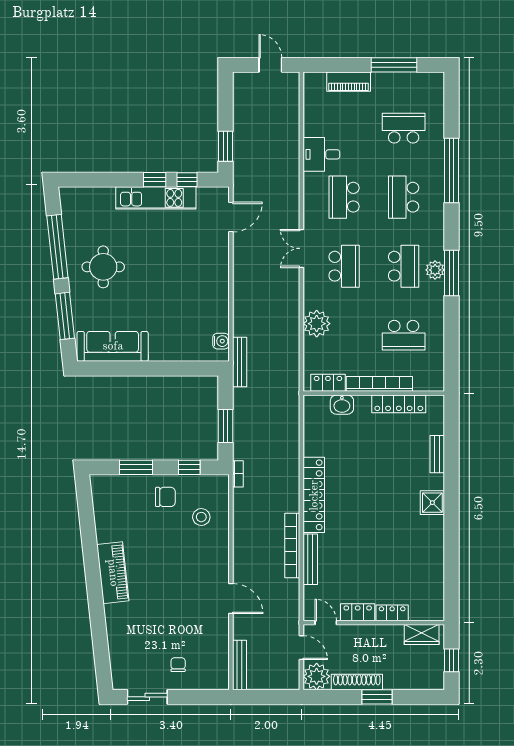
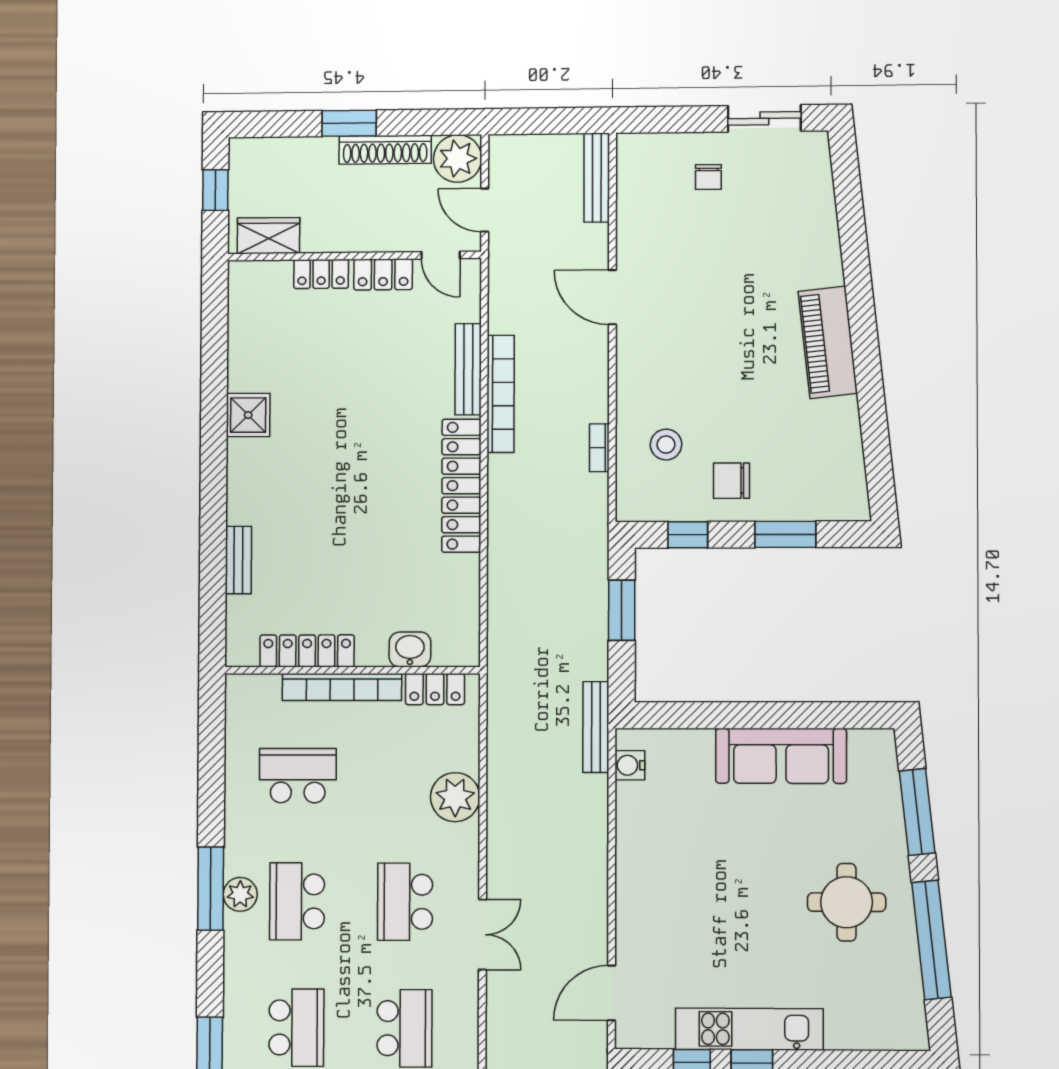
sofa: (113, 346) -> (781, 756), moved
bookcase: (238, 474) -> (599, 448), moved
shower: (432, 503) -> (248, 415), moved

